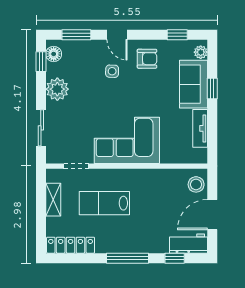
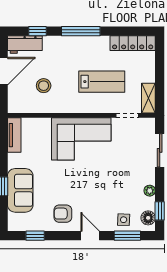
plant: (201, 52) -> (14, 220), removed
side table: (112, 71) -> (124, 220), moved
plant: (57, 89) -> (150, 191), width x0.53, depth x0.53
tv unit: (200, 128) -> (14, 135), moved
stool: (196, 184) -> (44, 86), moved
shelving: (53, 200) -> (148, 98), moved

